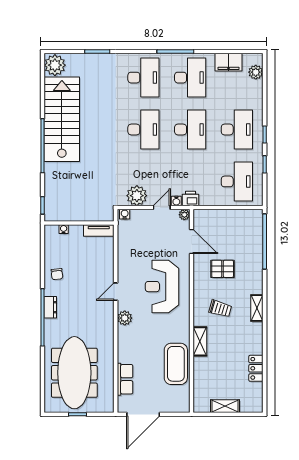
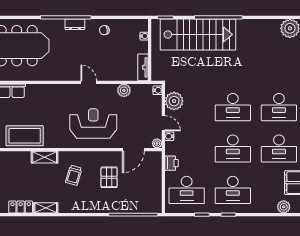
stairs: (62, 119) -> (198, 34), moved
printer: (191, 198) -> (172, 163), moved
shelving: (257, 308) -> (46, 208), moved
plant: (125, 318) -> (124, 90), moved

